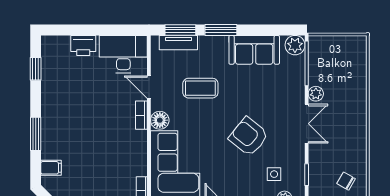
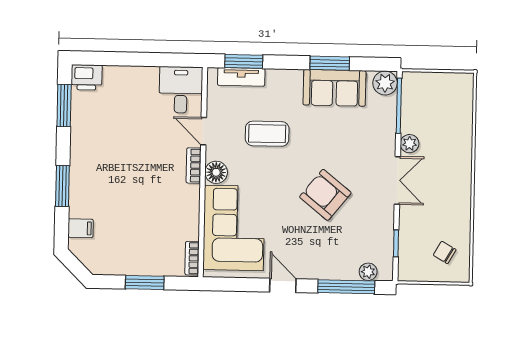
window: (221, 30) -> (330, 63), moved
printer: (83, 46) -> (87, 77), moved
desk: (123, 54) -> (181, 90), width x0.73
window: (36, 69) -> (64, 106), width x1.50
side table: (274, 174) -> (356, 242), removed

